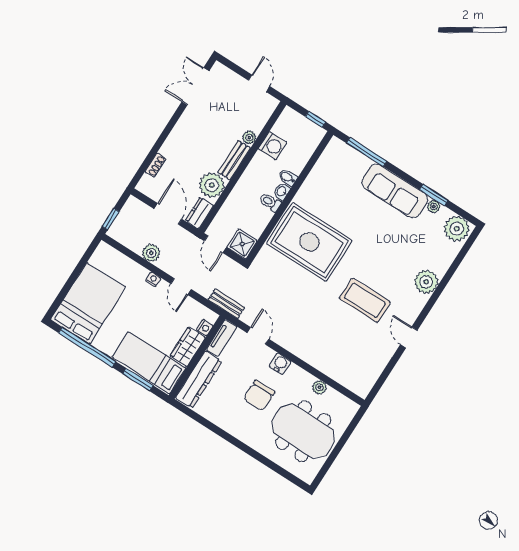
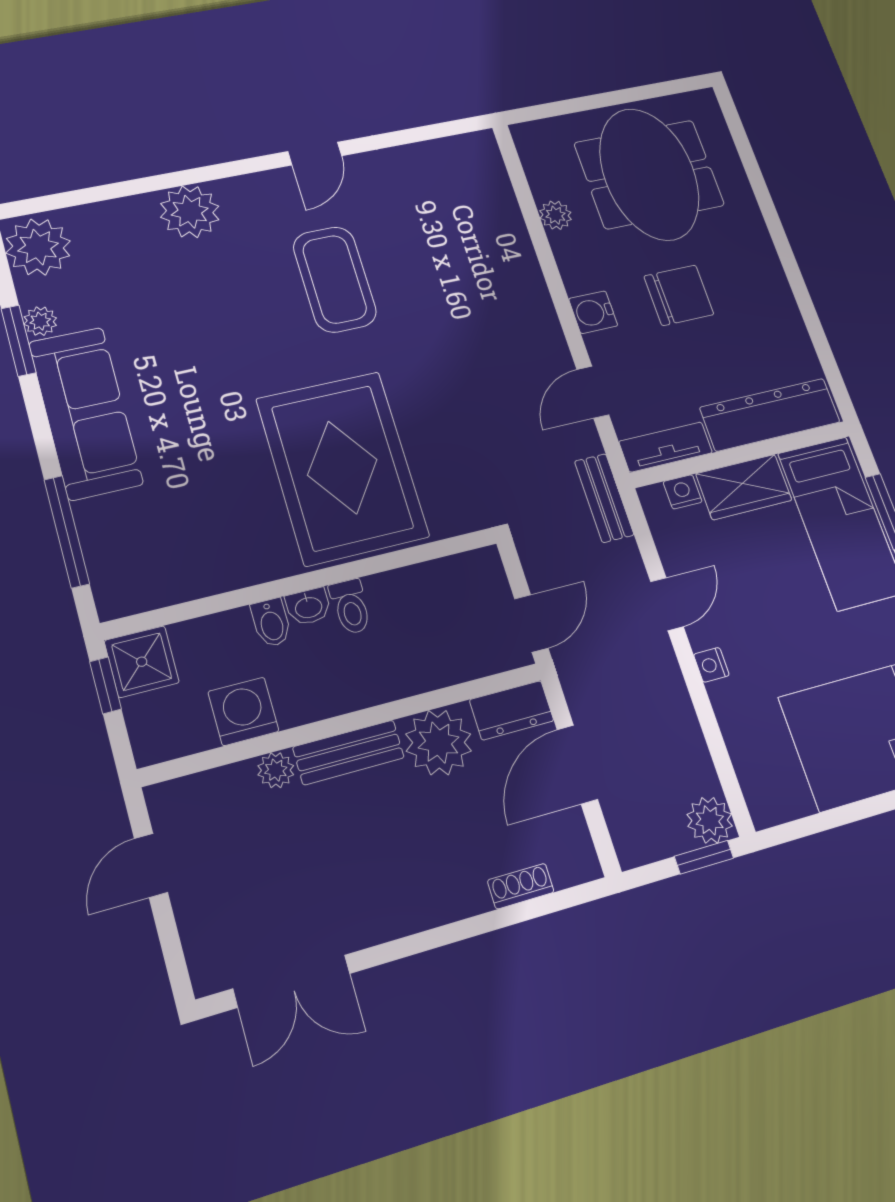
shower: (242, 244) -> (142, 662), moved
plant: (151, 253) -> (710, 820), moved

